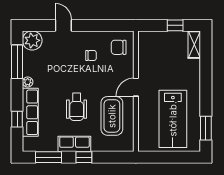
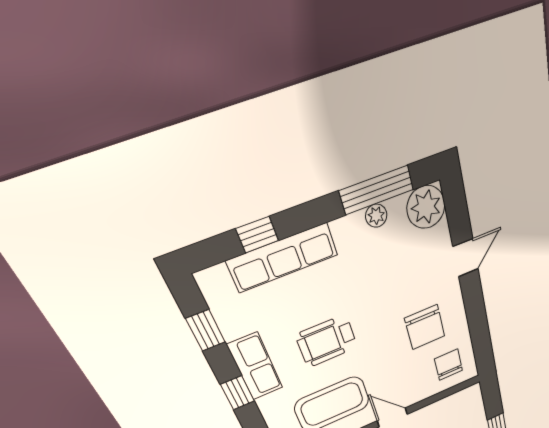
chair: (91, 55) -> (425, 327), width x1.87, depth x1.87
plant: (28, 82) -> (376, 216), moved
window: (48, 157) -> (206, 330), width x0.67

